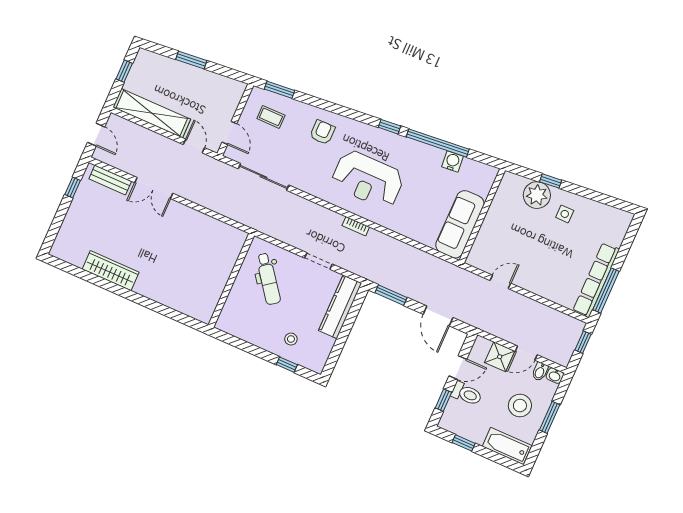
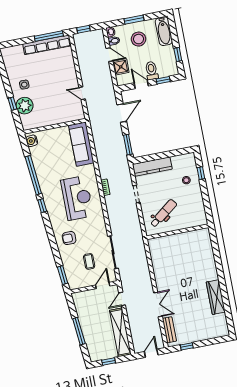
window: (191, 60) -> (79, 331), width x1.44
coffee table: (271, 117) -> (89, 261), moved
water cooler: (452, 161) -> (32, 141), moved
sofa: (460, 224) -> (81, 144), moved, turned 90

